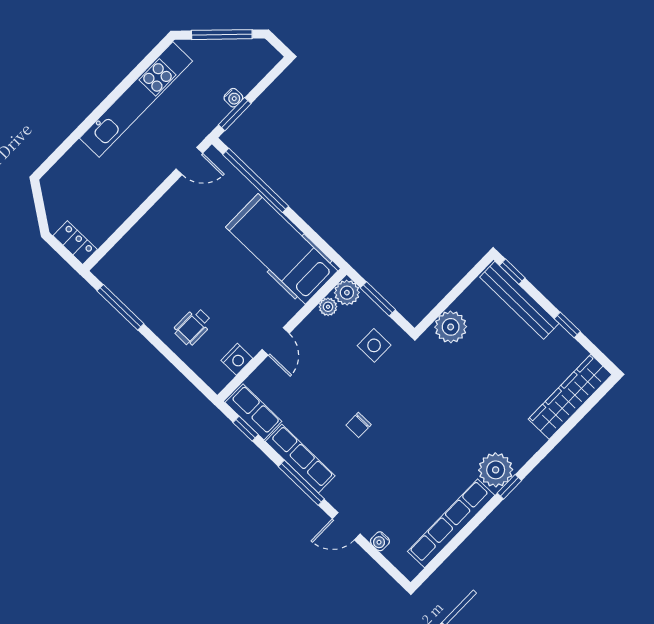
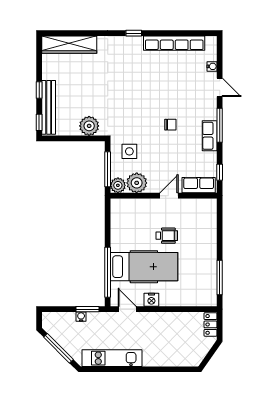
kitchen unit: (136, 100) -> (112, 358), width x0.73
hospital bed: (282, 249) -> (144, 267), moved, turned -90
window: (378, 299) -> (108, 169), width x1.44
plant: (328, 307) -> (137, 183), width x1.88, depth x1.88
window: (567, 325) -> (39, 90), moved
wheelchair: (193, 327) -> (167, 236), moved
nightstand: (237, 359) -> (151, 300), moved, turned 180
row of seats: (253, 412) -> (199, 185), moved, turned 90
row of seats: (300, 459) -> (210, 136), width x0.68
plant: (496, 470) -> (132, 46), removed

